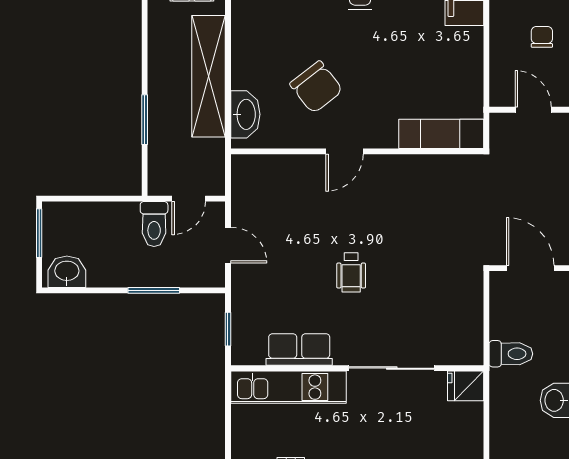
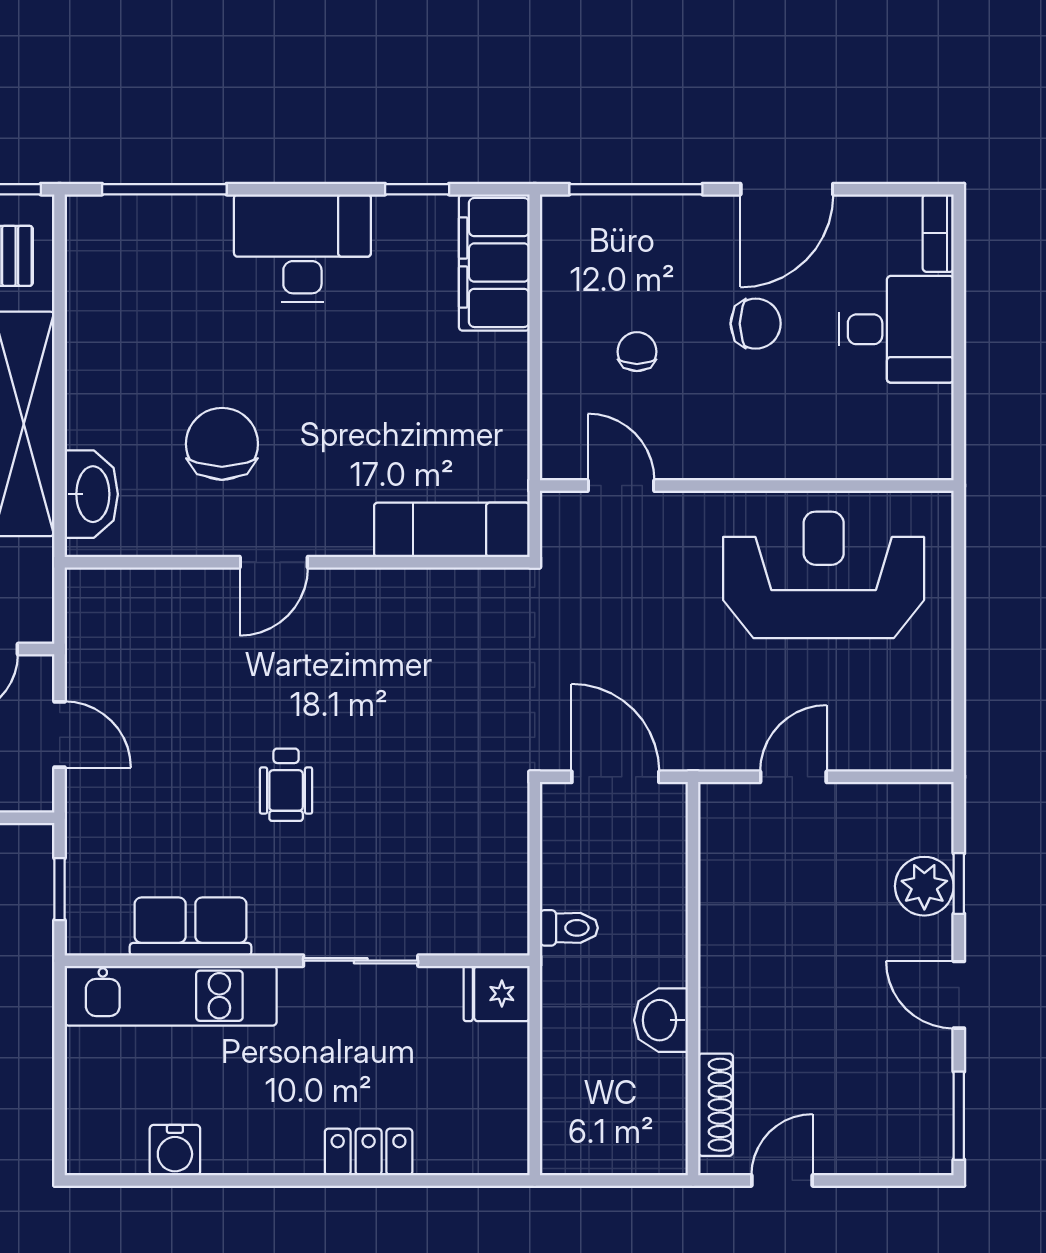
chair: (316, 87) -> (222, 444), turned -142
toilet: (511, 354) -> (569, 928), width x0.73, depth x0.72
sliding door: (392, 368) -> (361, 961), width x0.73

